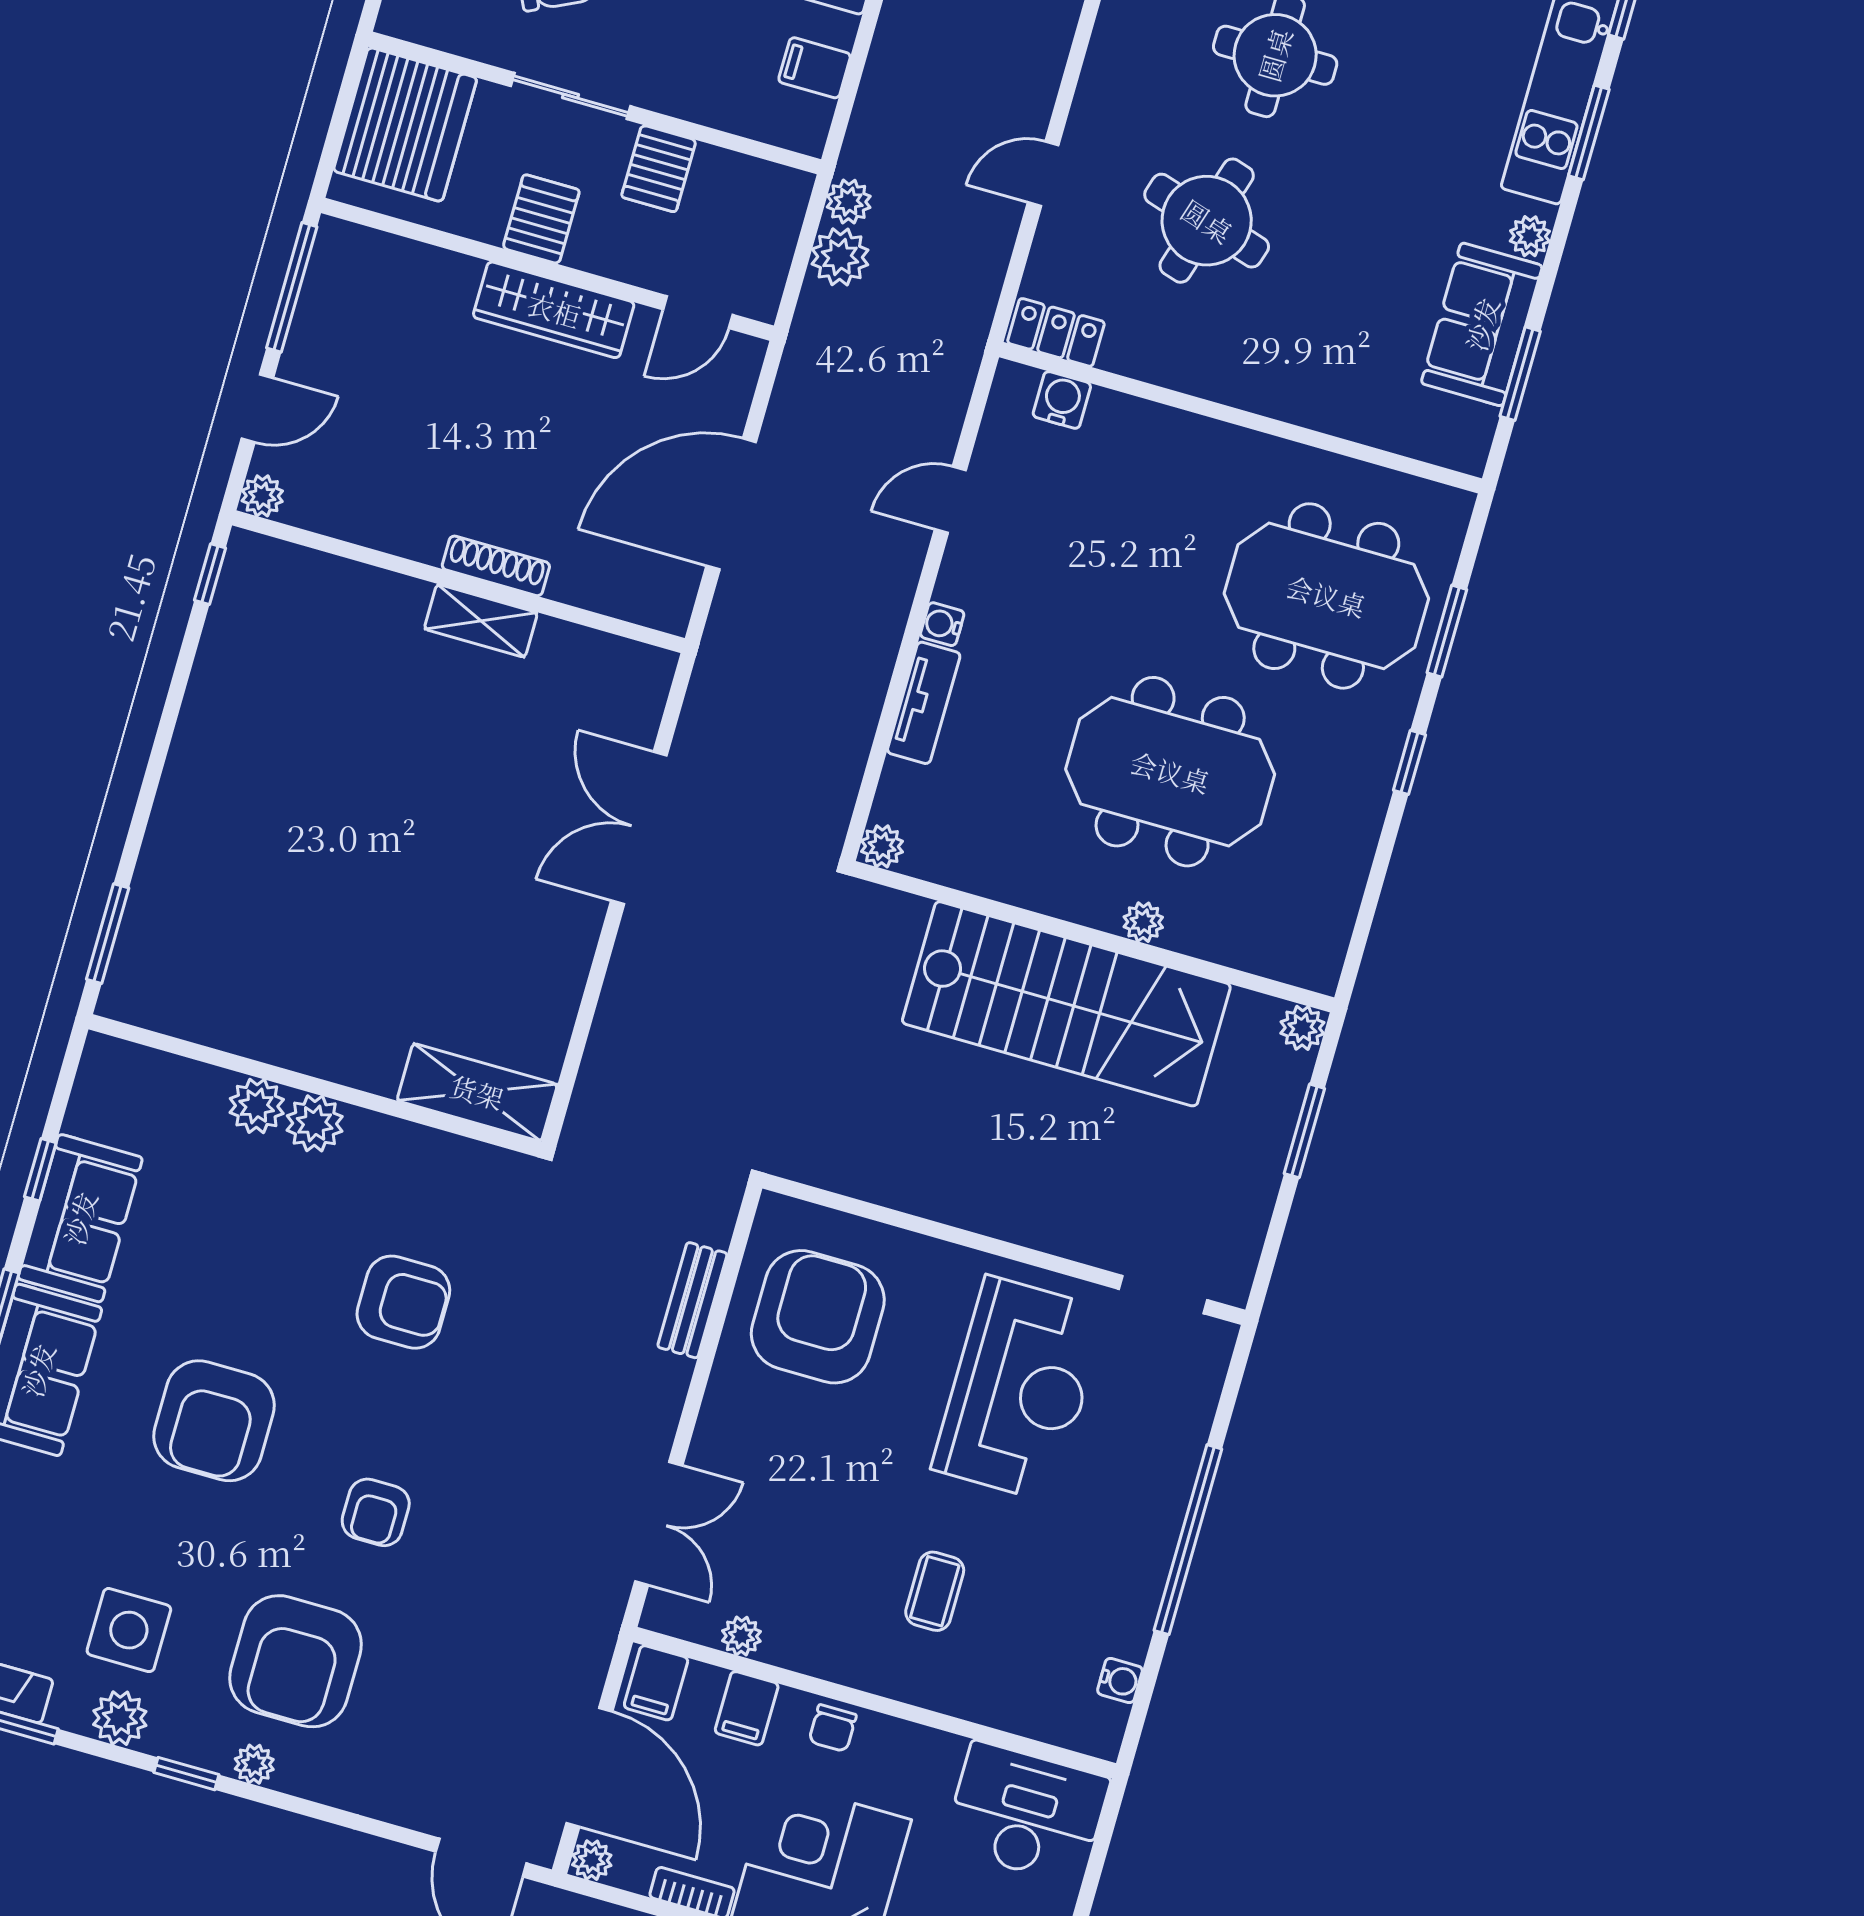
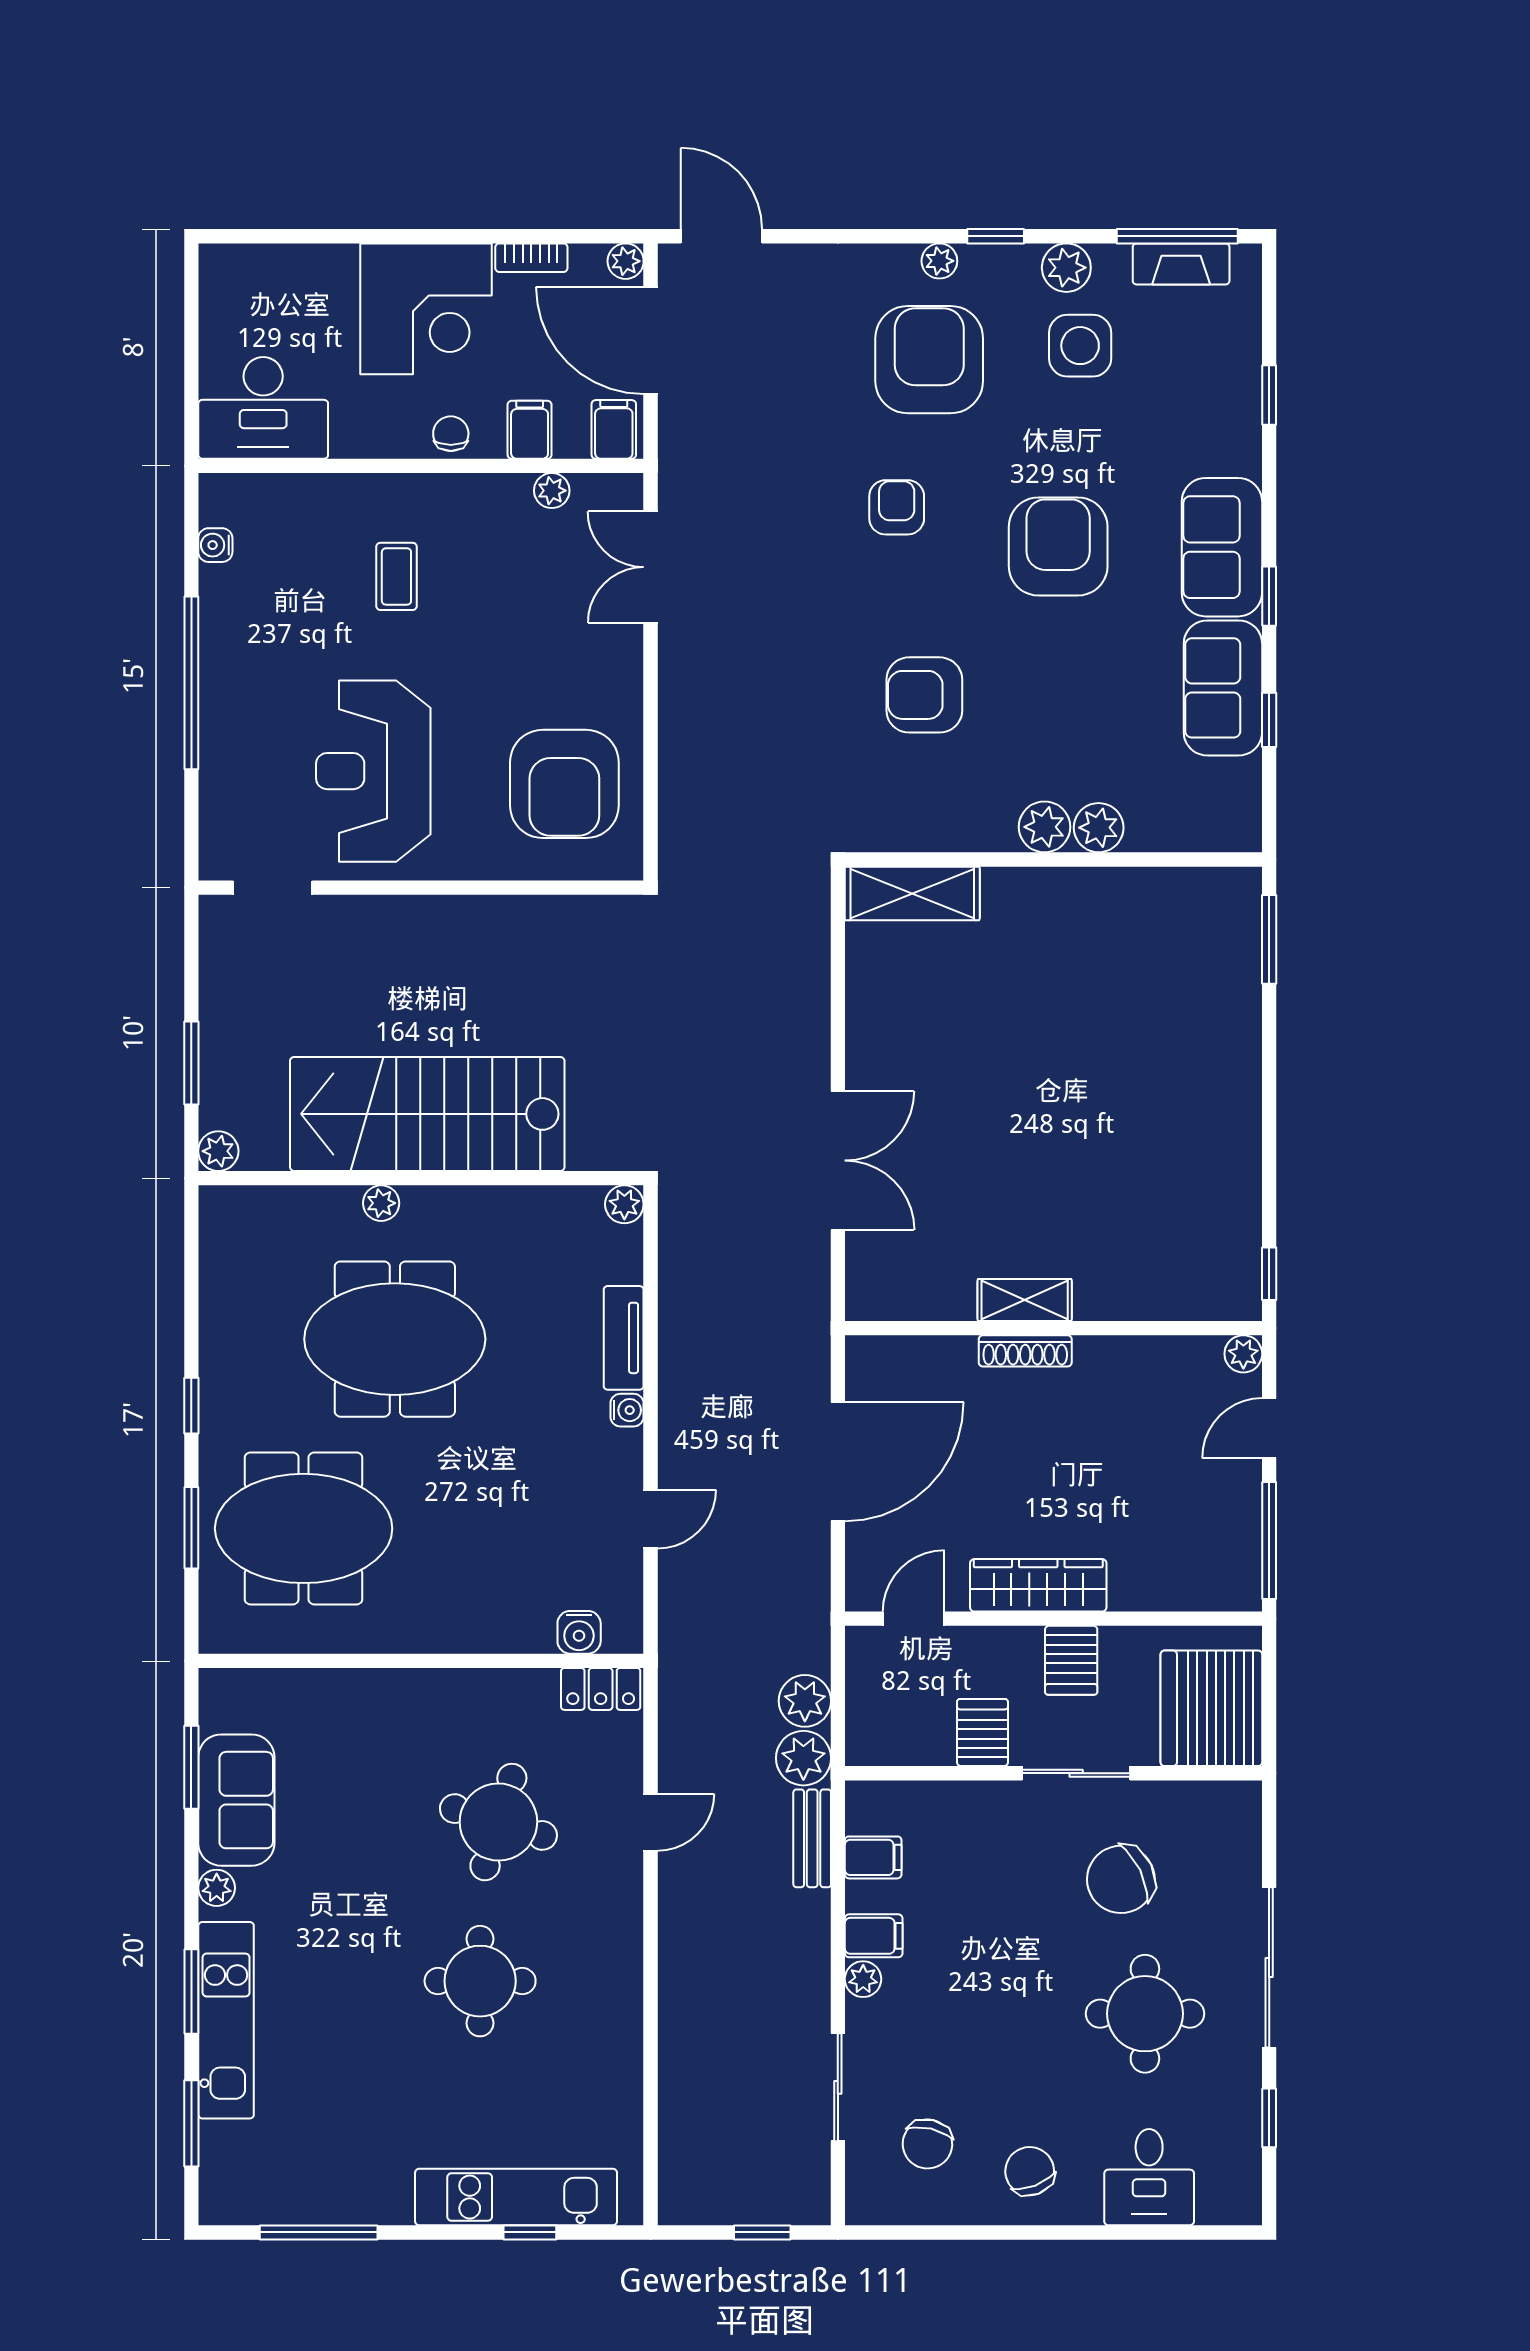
plant: (849, 202) -> (803, 1758), width x1.38, depth x1.38
bench: (692, 1300) -> (812, 1838), moved

